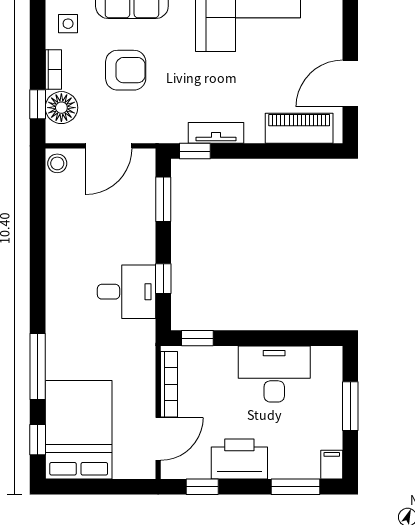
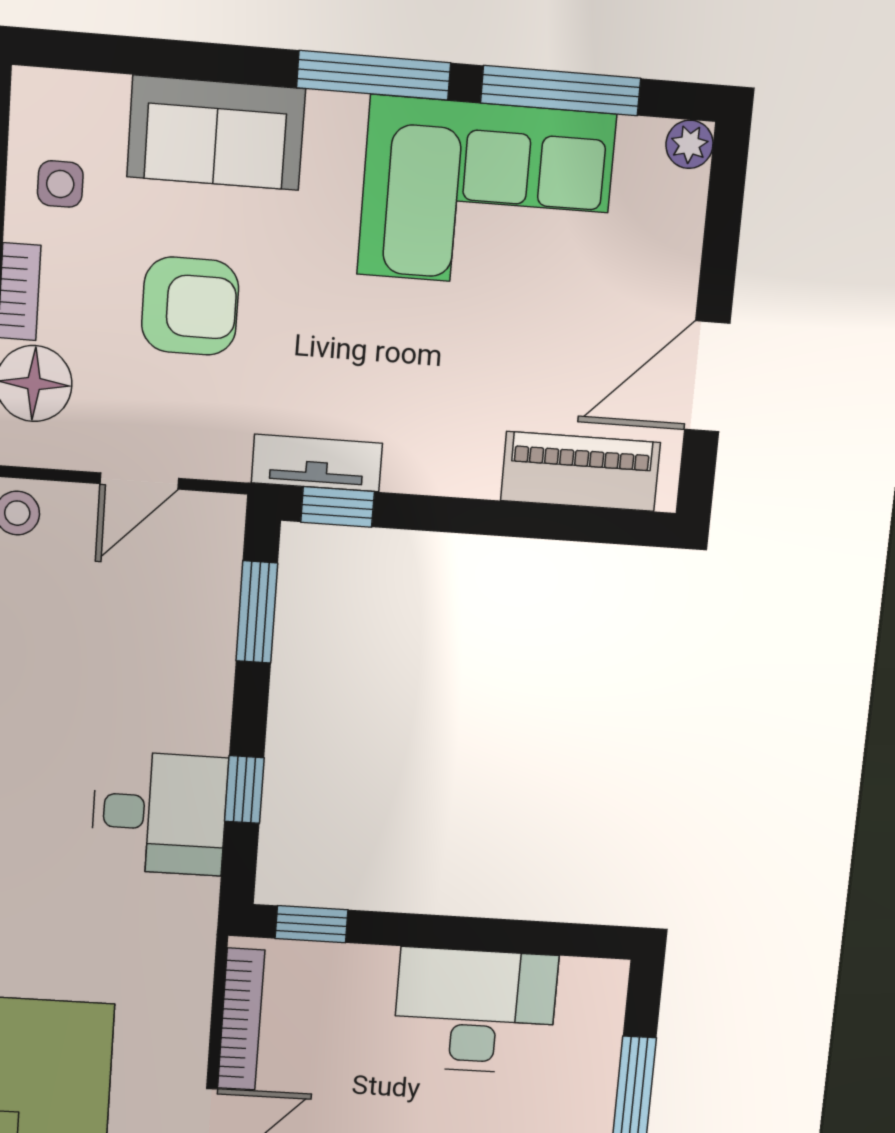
tv unit: (216, 133) -> (317, 463), moved
door: (109, 146) -> (139, 481), width x0.73

